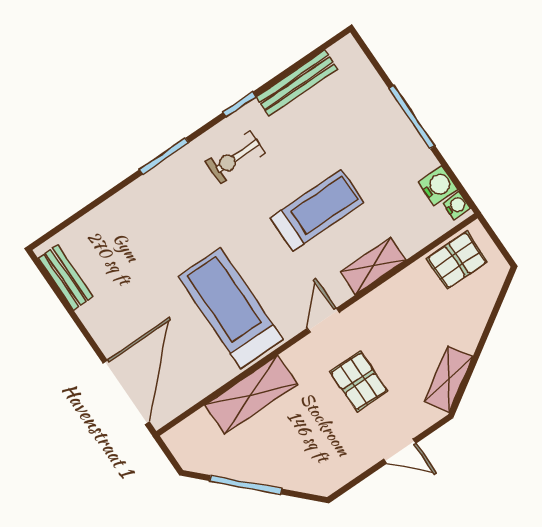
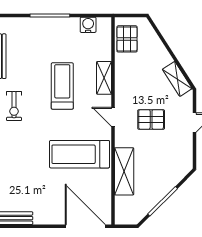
water cooler: (456, 206) -> (103, 23), removed

